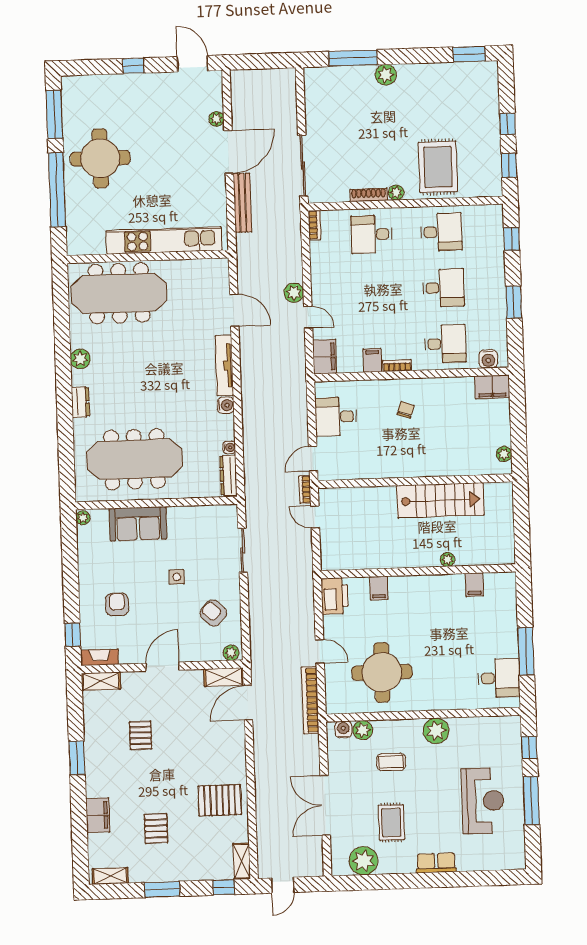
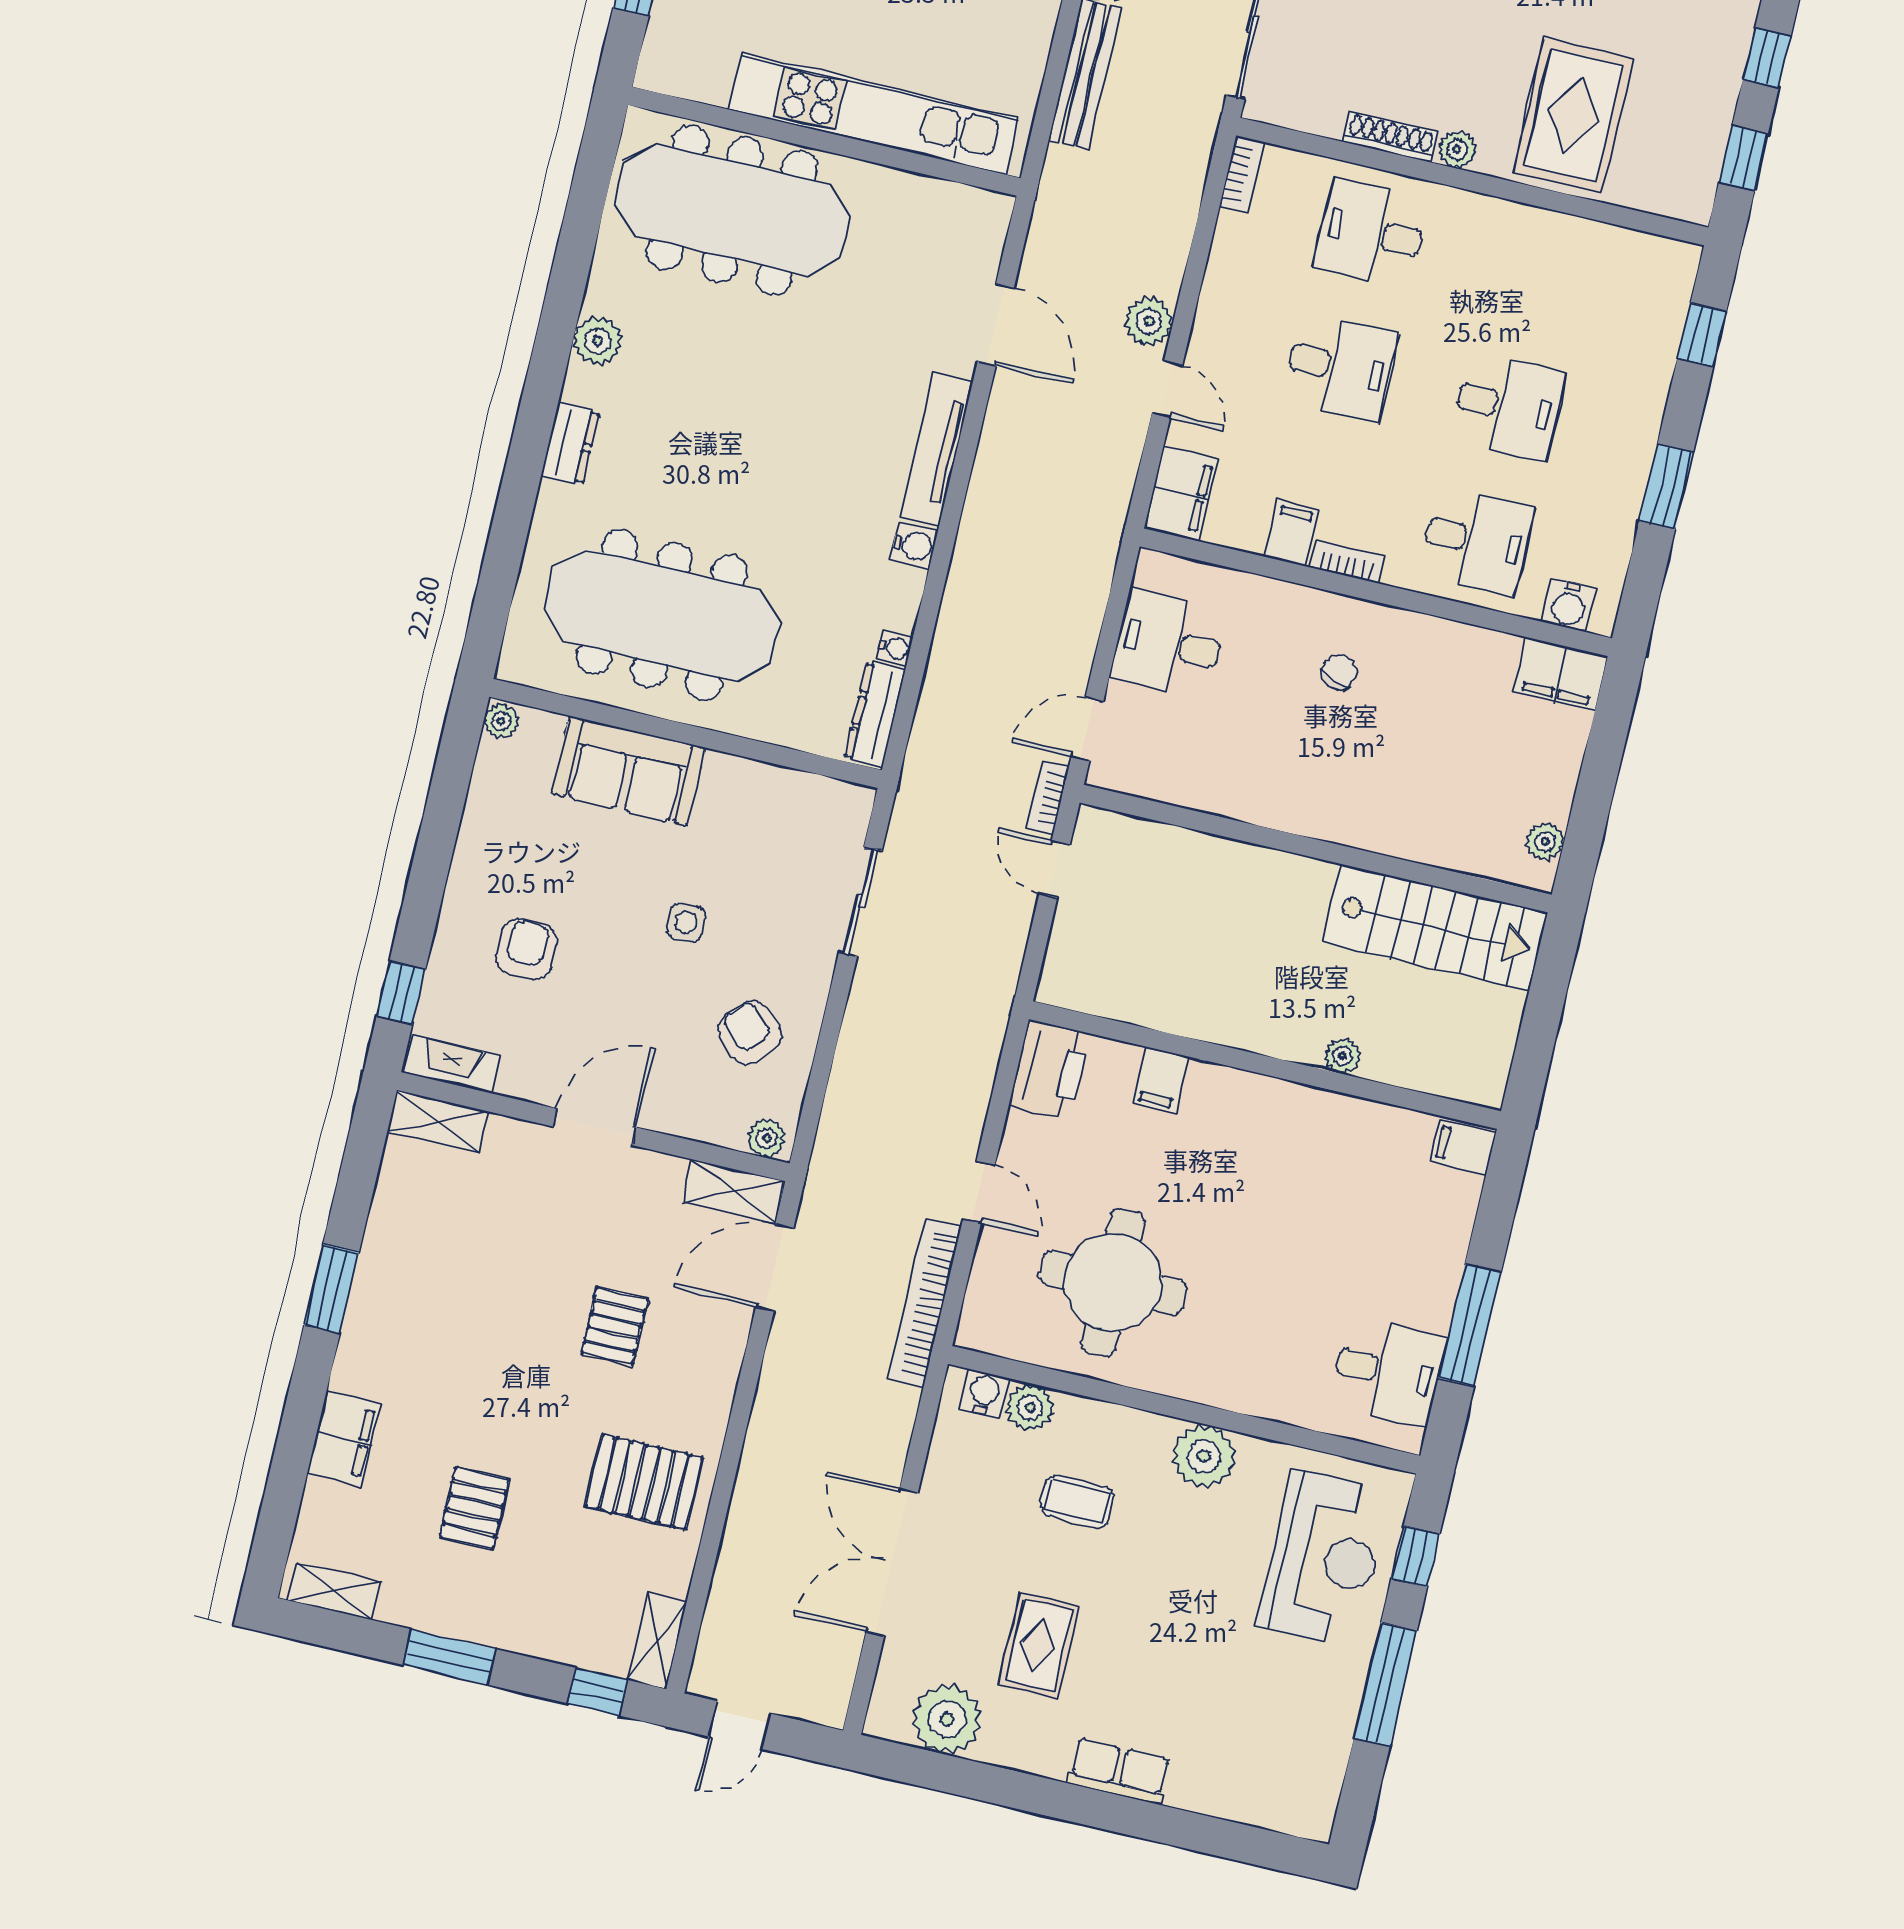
desk: (441, 232) -> (1340, 367), moved
stairs: (440, 500) -> (1435, 927), moved
filing cabinet: (474, 585) -> (1463, 1147), moved, turned 90
pallet: (141, 735) -> (615, 1326), moved
reception desk: (483, 801) -> (1323, 1558), moved

